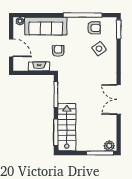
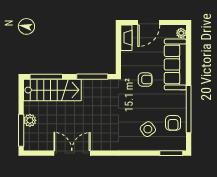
fireplace: (39, 66) -> (126, 38), moved
double door: (119, 99) -> (72, 153), moved
plant: (109, 146) -> (30, 120), moved

